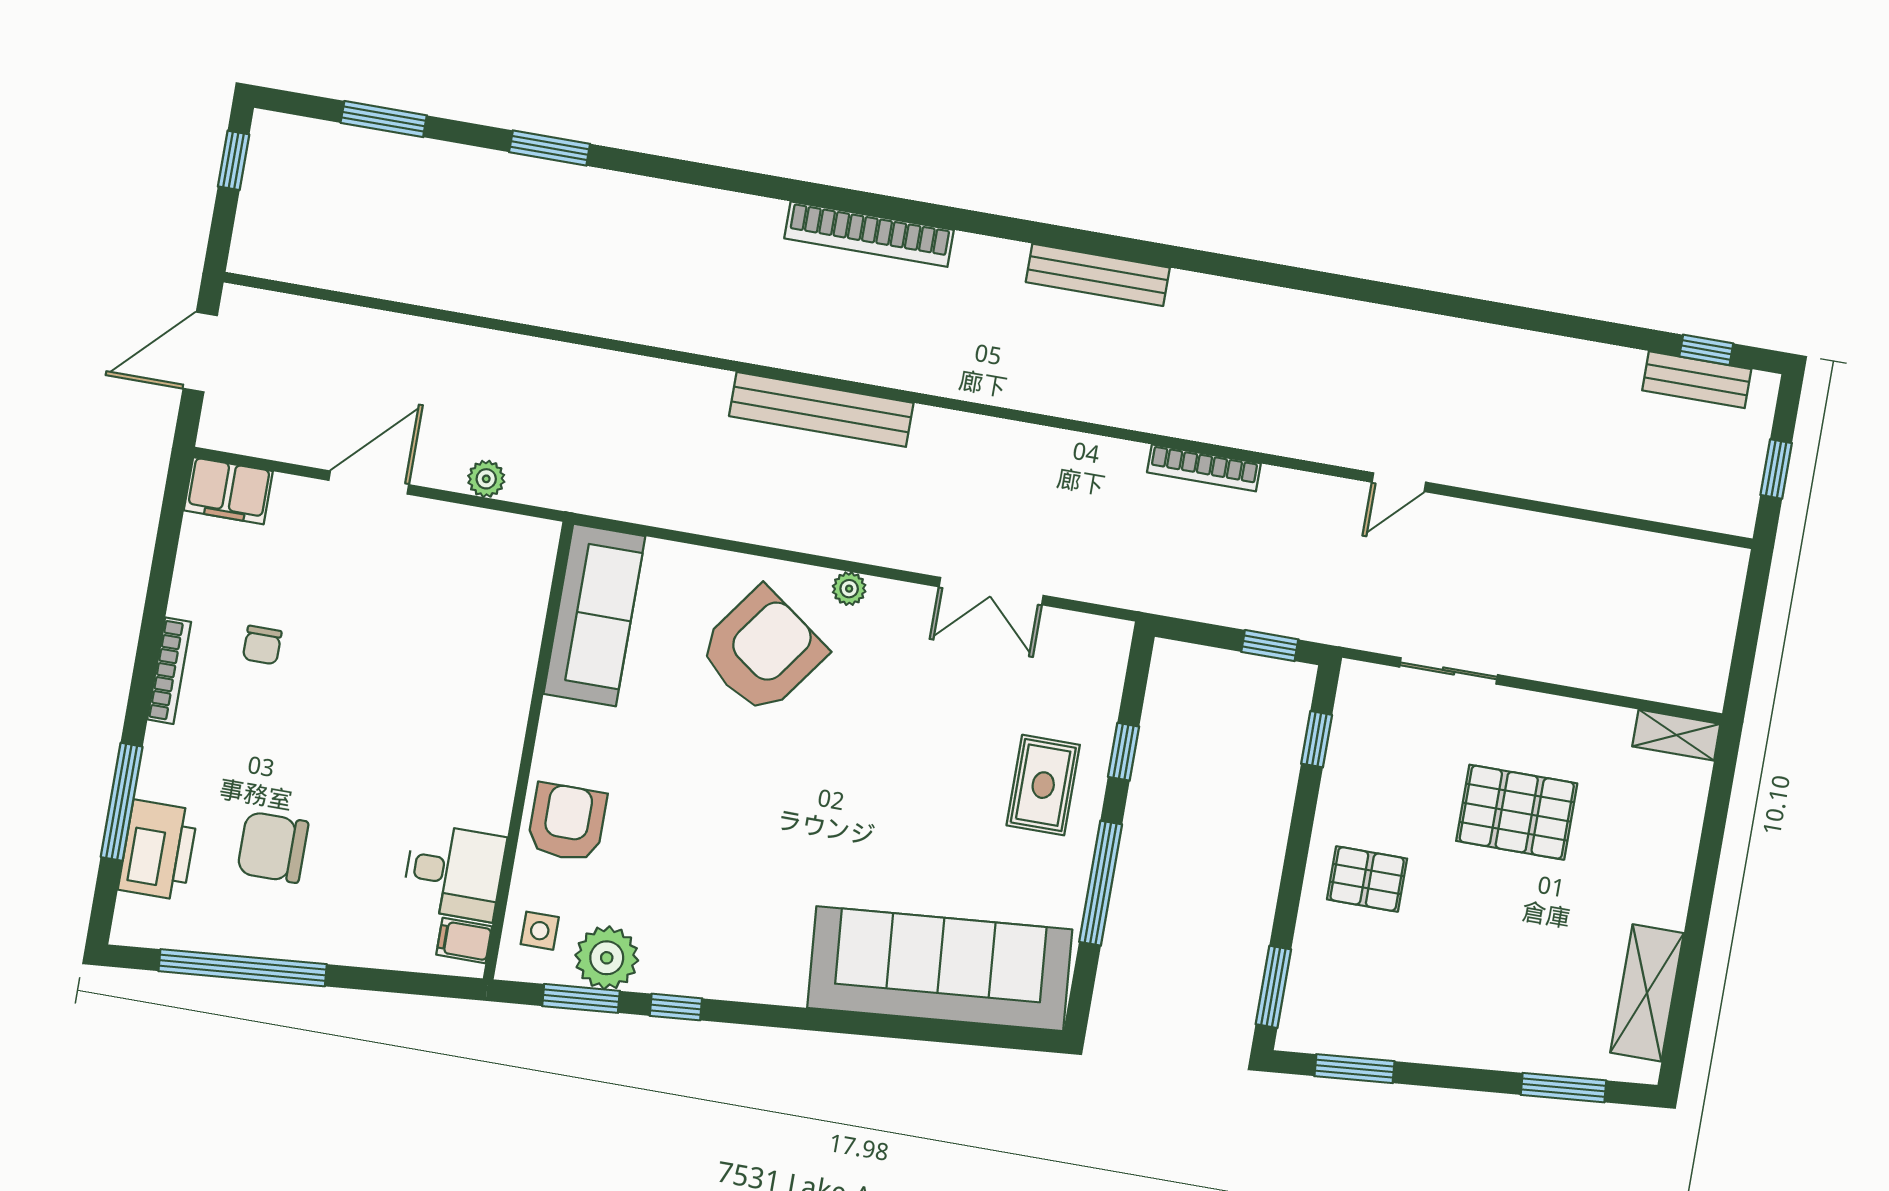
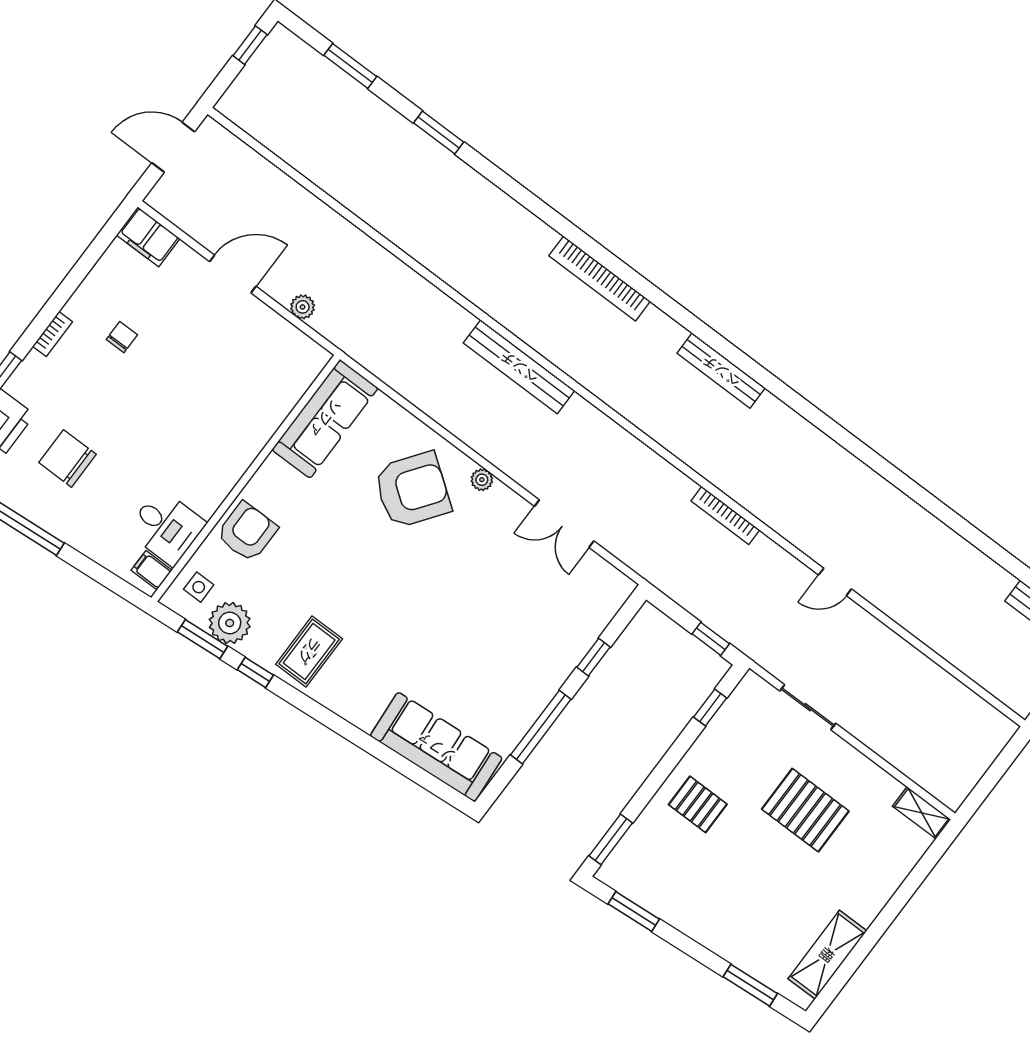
chair: (262, 645) -> (122, 337), turned 180
bookcase: (169, 671) -> (52, 334), width x0.64
rug: (1043, 785) -> (309, 651), moved
sofa: (940, 969) -> (436, 747), width x0.74, depth x0.79

